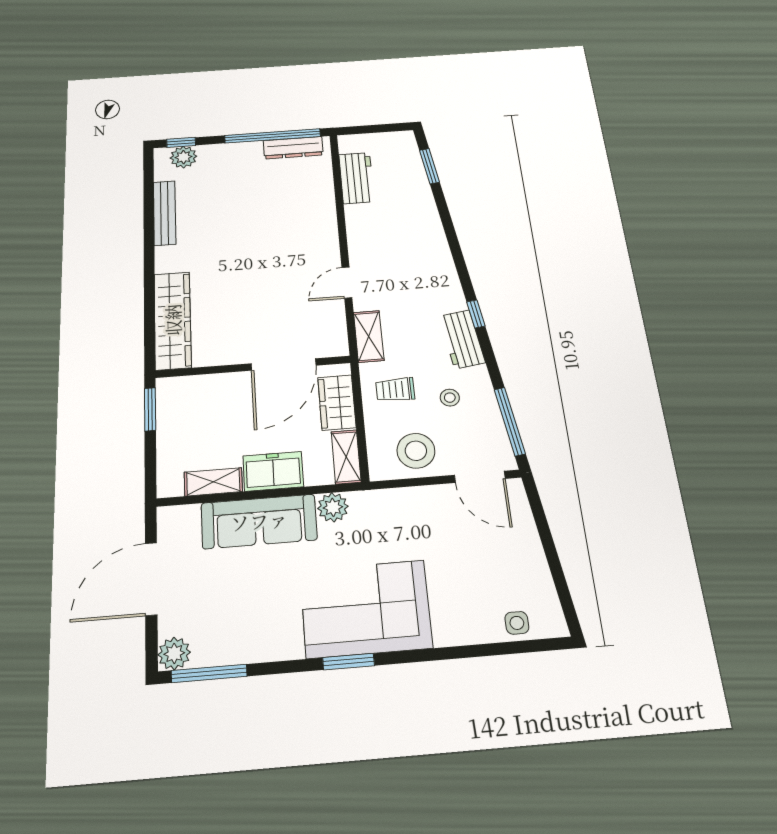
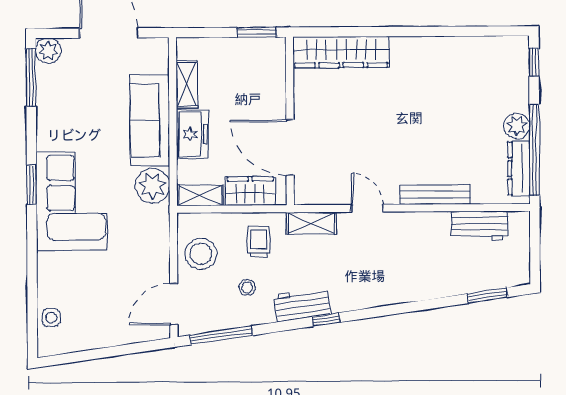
plant: (183, 157) -> (517, 126), moved
bench: (165, 213) -> (435, 195), moved
plant: (333, 507) -> (152, 186), width x1.36, depth x1.36

